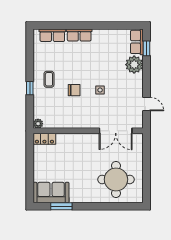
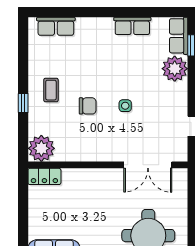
row of seats: (79, 35) -> (132, 26), moved
plant: (38, 124) -> (41, 148), width x1.88, depth x1.88

